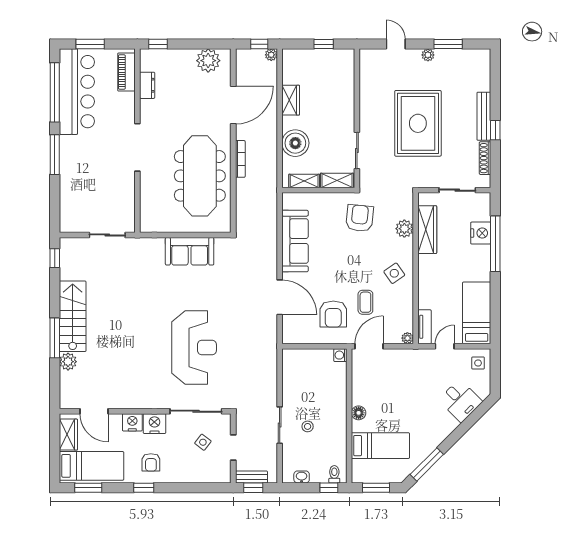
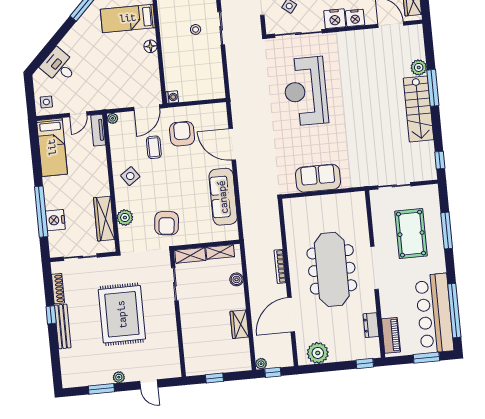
boiler: (295, 143) -> (237, 279), width x0.54, depth x0.54
window: (55, 155) -> (447, 231), moved
meeting table: (200, 176) -> (332, 269), moved
pool table: (94, 181) -> (411, 234), added

